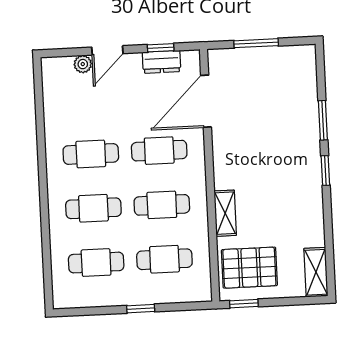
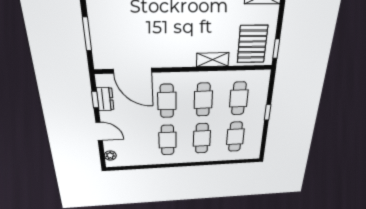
plant: (83, 64) -> (110, 156), moved

